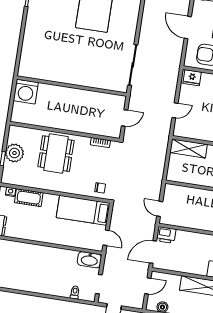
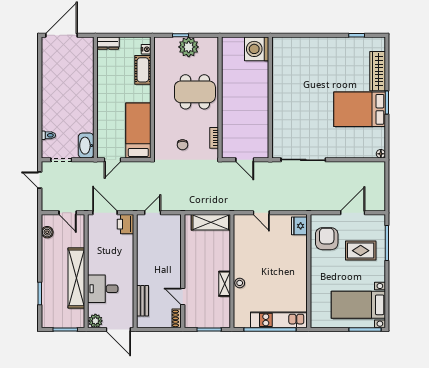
shelving: (189, 148) -> (211, 222), moved, turned 90
chair: (100, 188) -> (183, 145), moved

